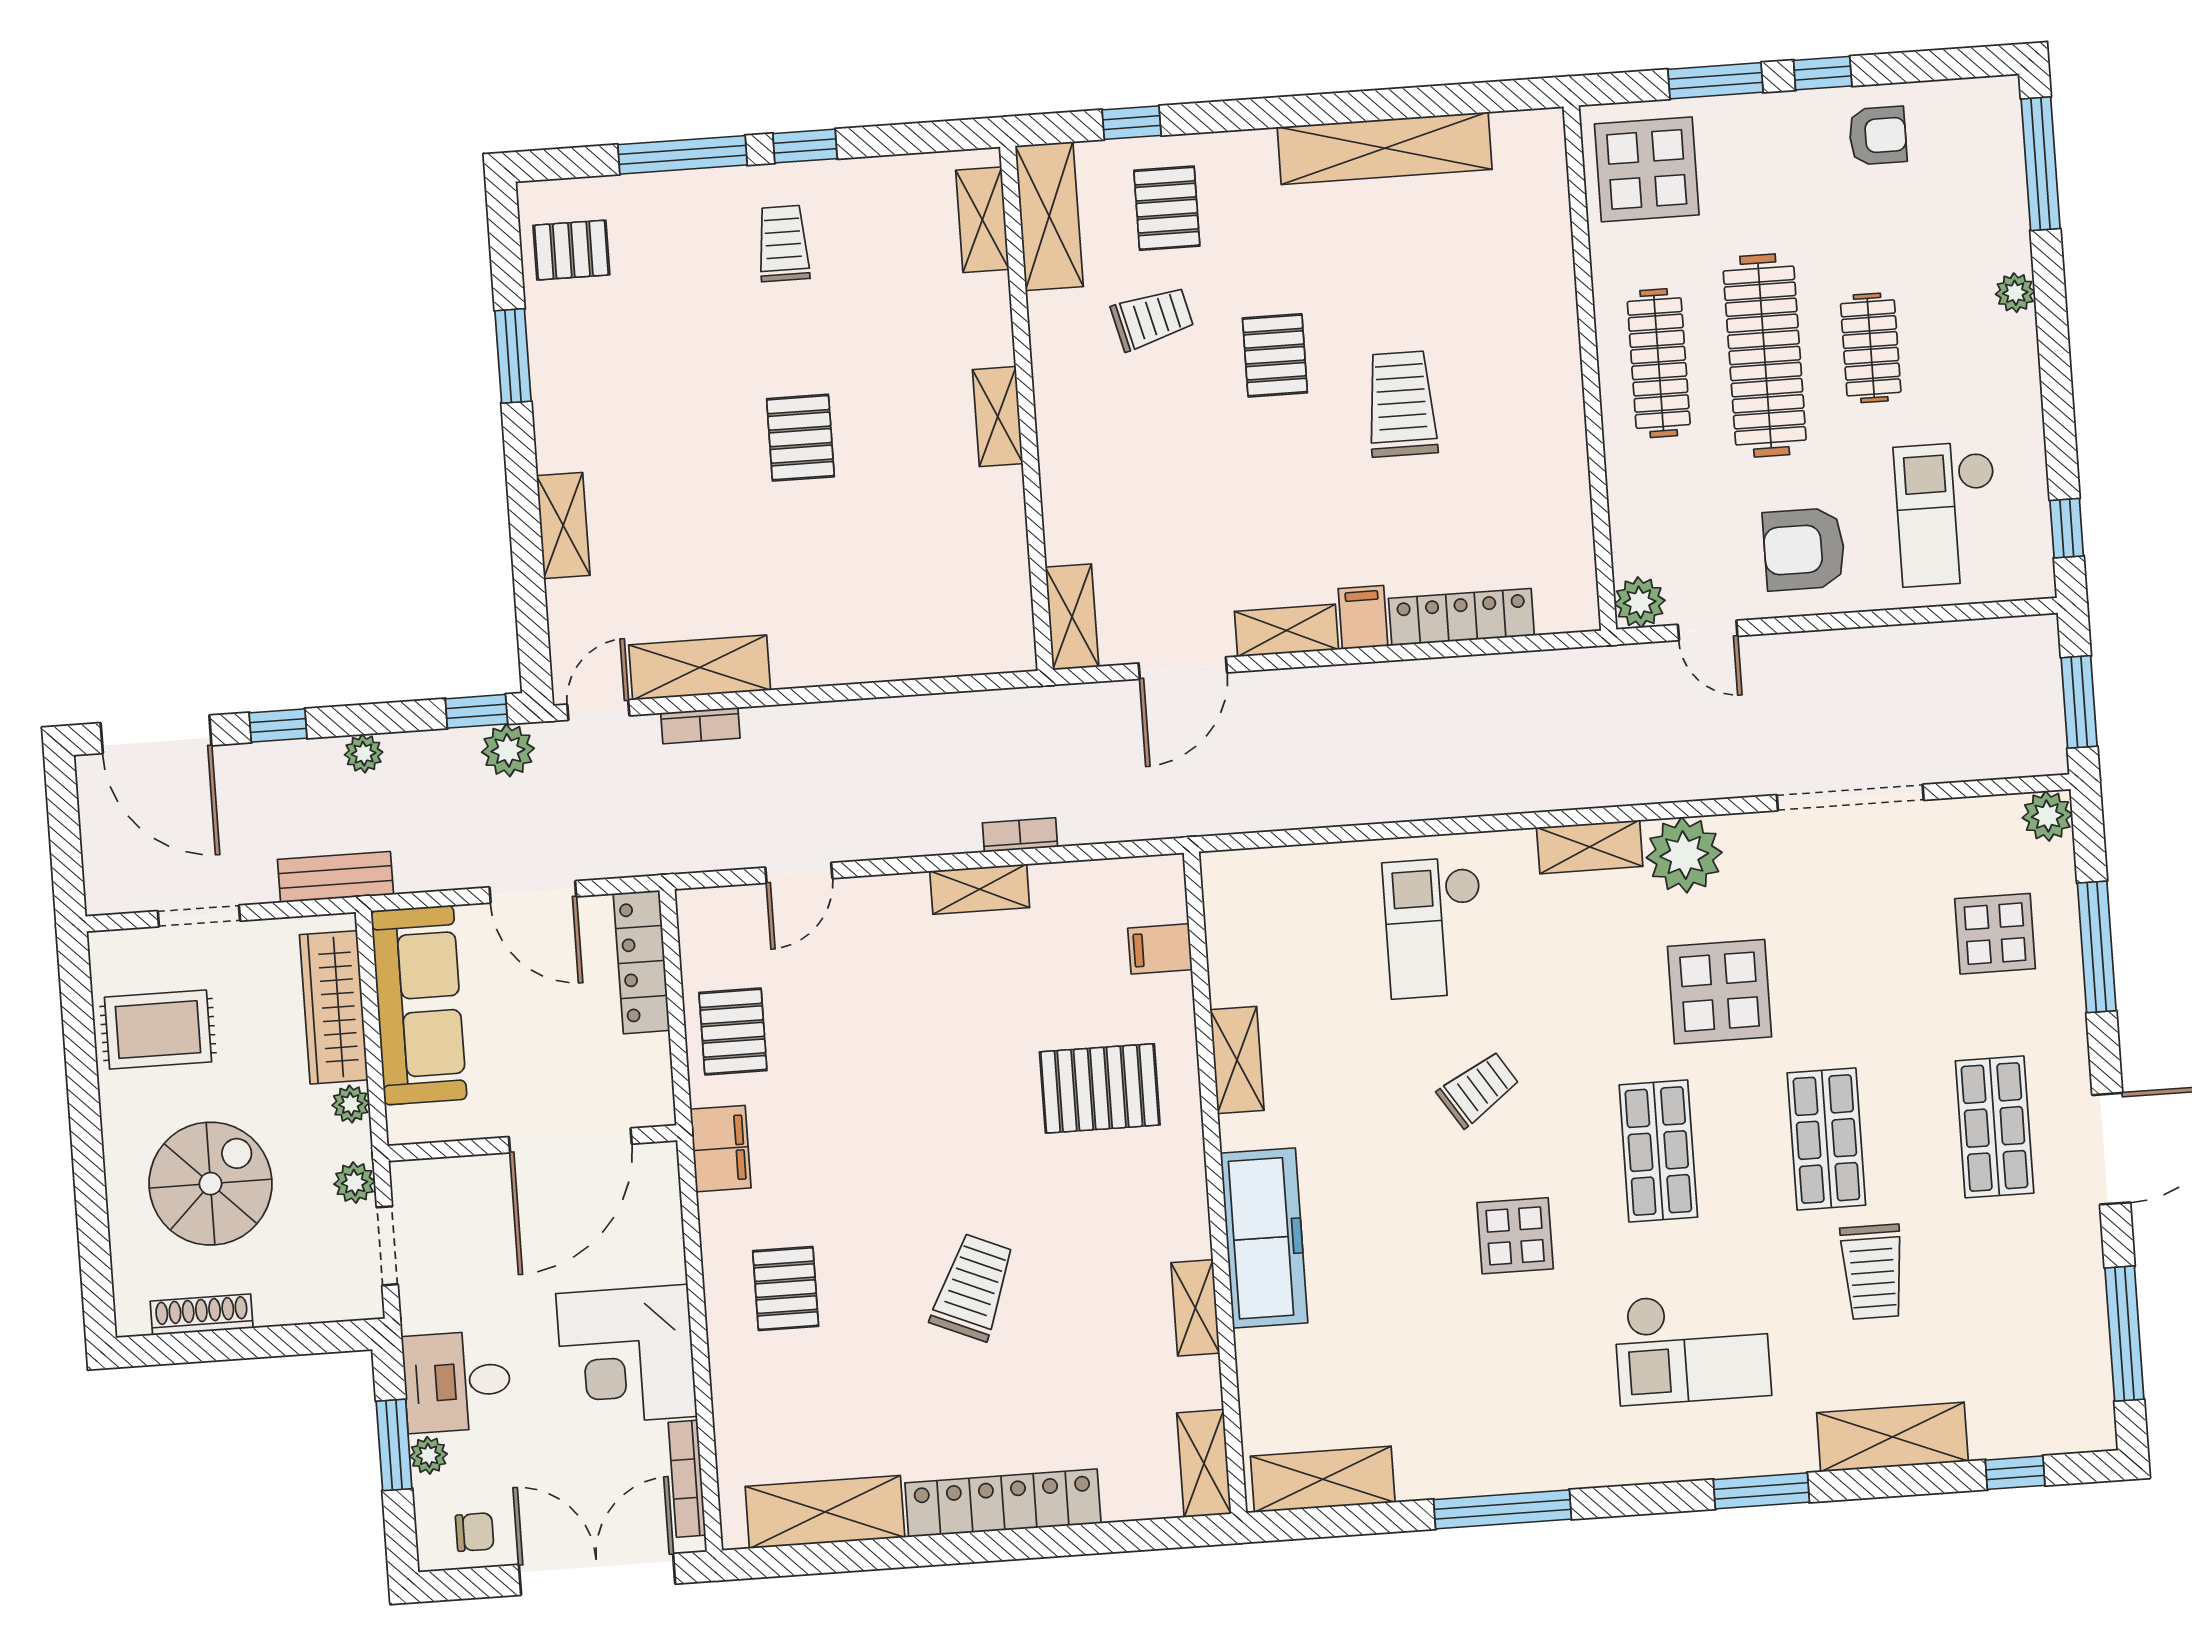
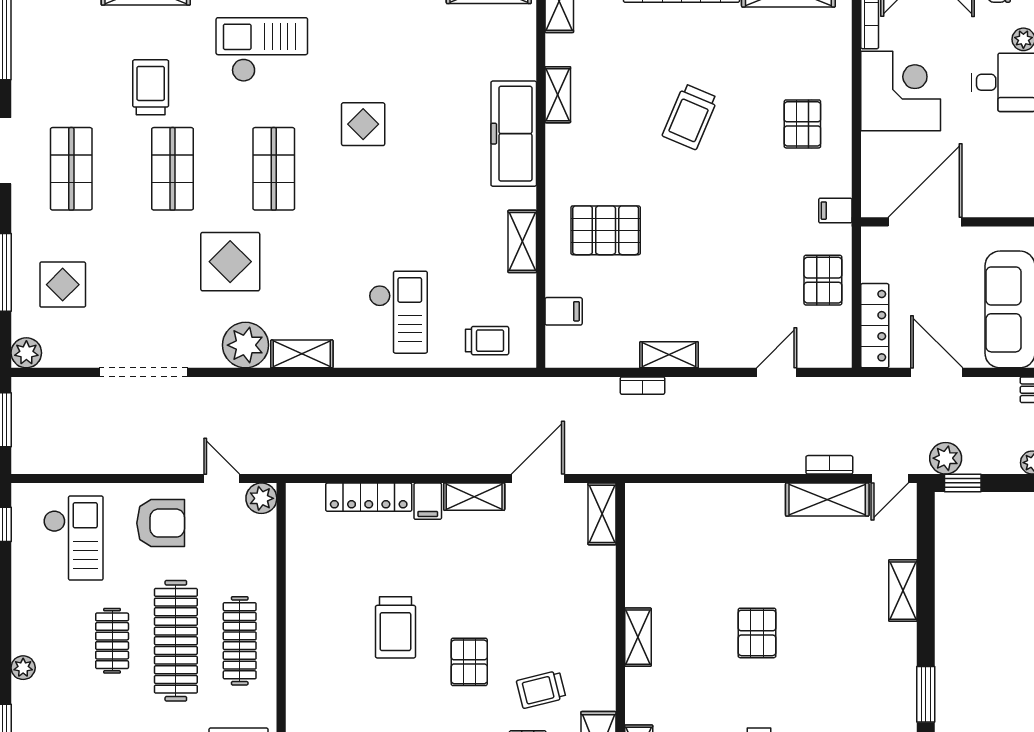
trolley: (1478, 1089) -> (487, 341), moved, turned -147
filing cabinet: (721, 1149) -> (835, 211), width x0.50

